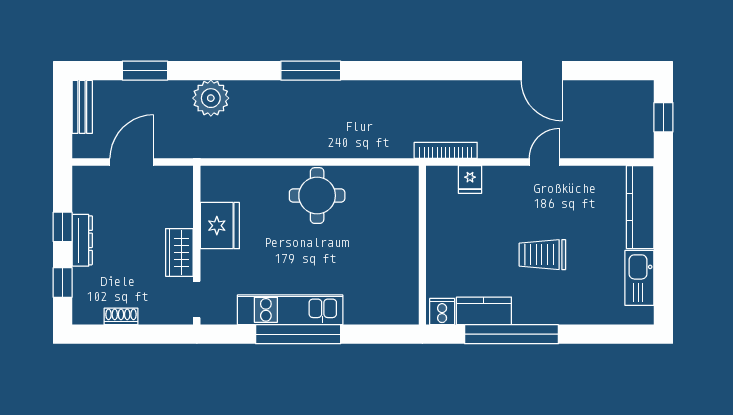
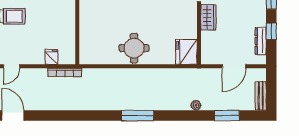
plant: (211, 98) -> (196, 105), width x0.53, depth x0.53
fridge: (220, 226) -> (186, 52), moved
dresser: (82, 240) -> (261, 41), moved

